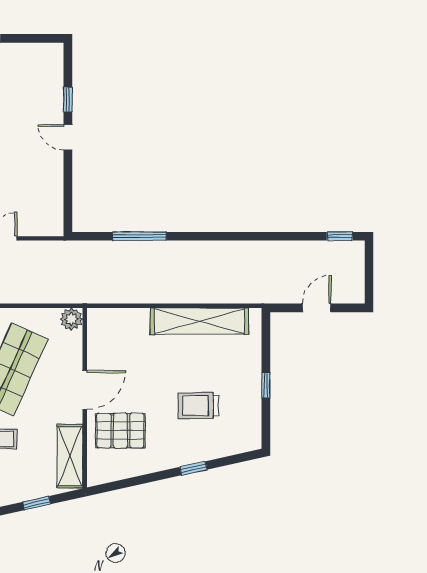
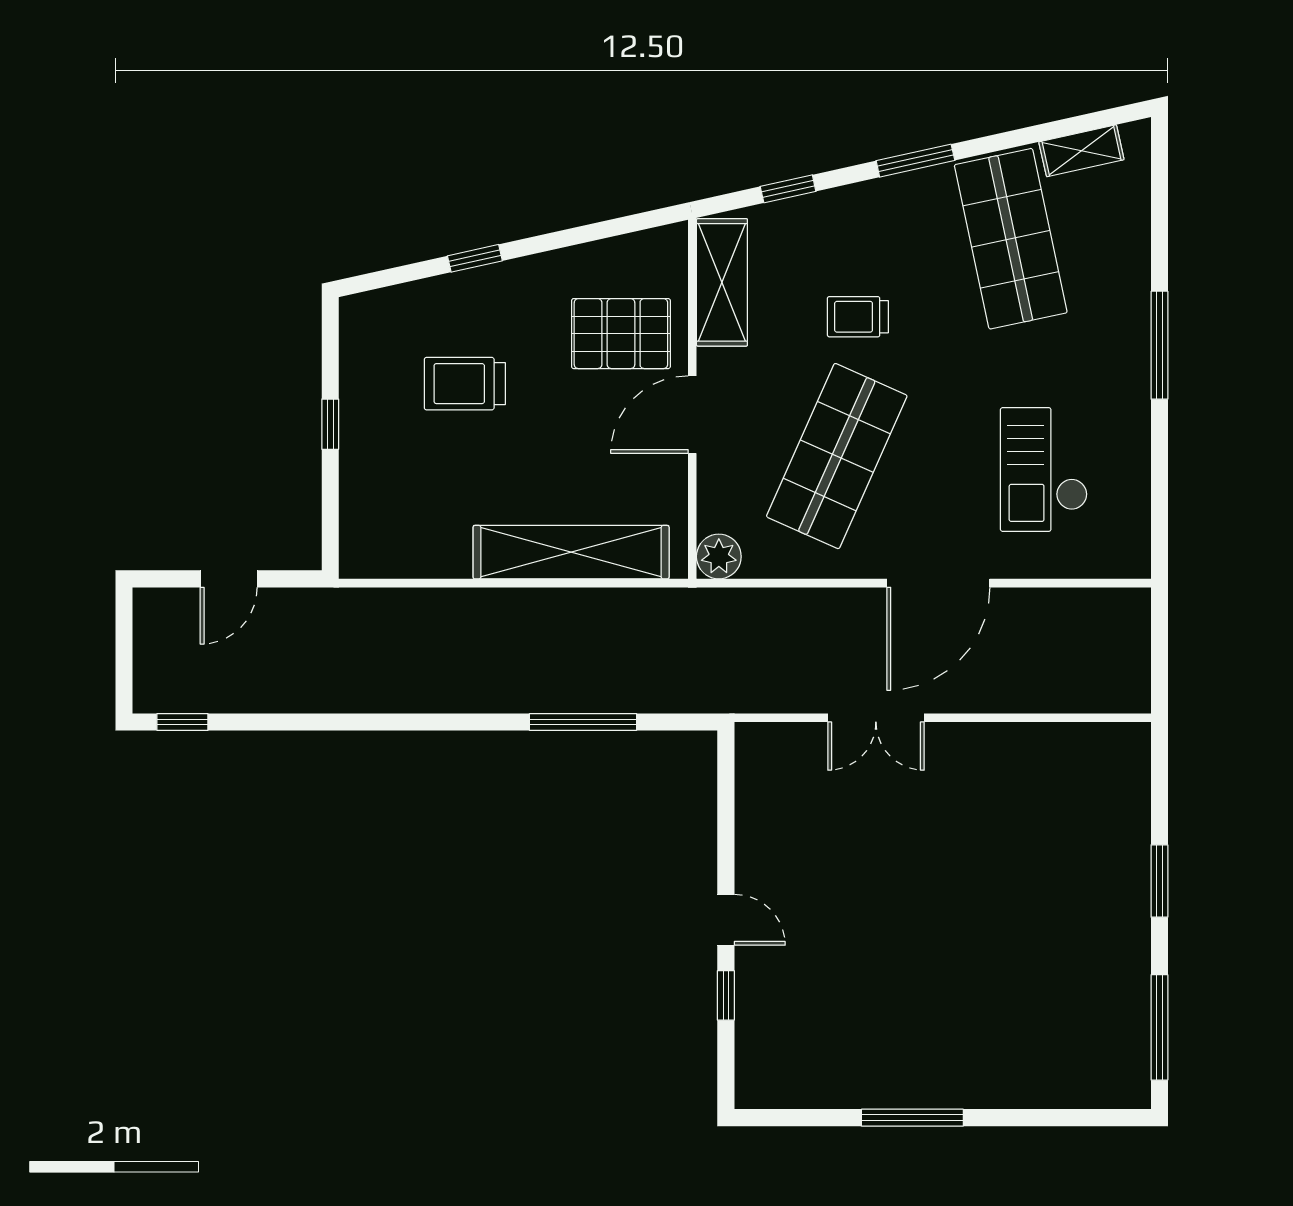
shelving: (199, 321) -> (571, 552), moved
trolley: (198, 406) -> (465, 384), turned 180

